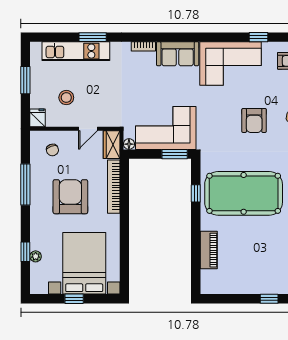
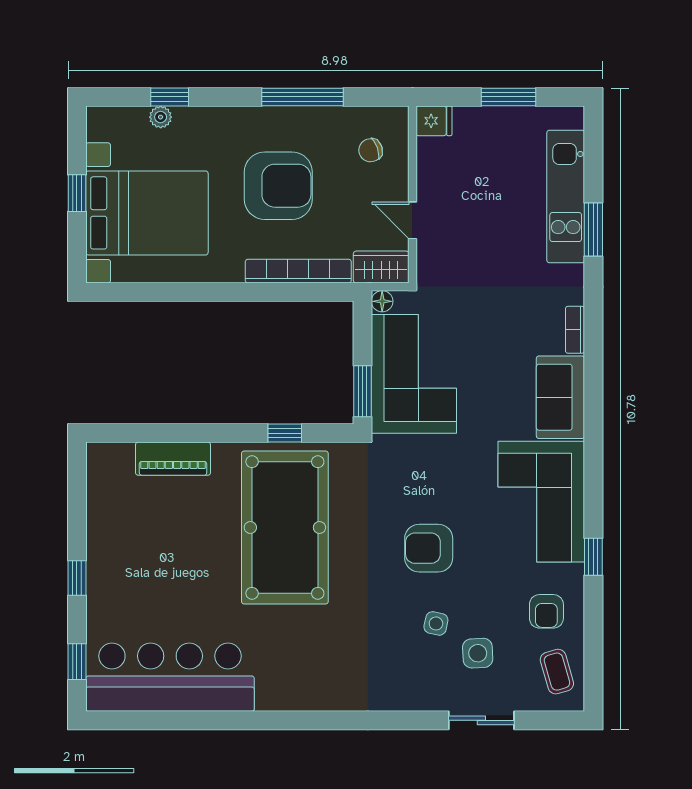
stool: (66, 98) -> (474, 178), removed

